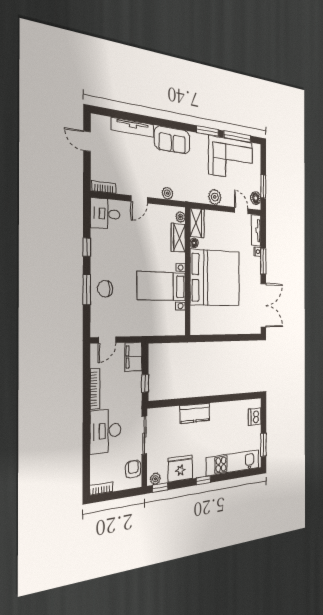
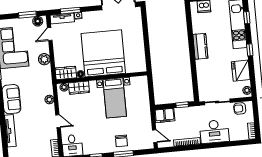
window: (263, 261) -> (70, 11), moved
kitchen counter: (195, 413) -> (200, 46), moved
window: (160, 488) -> (247, 18), moved

